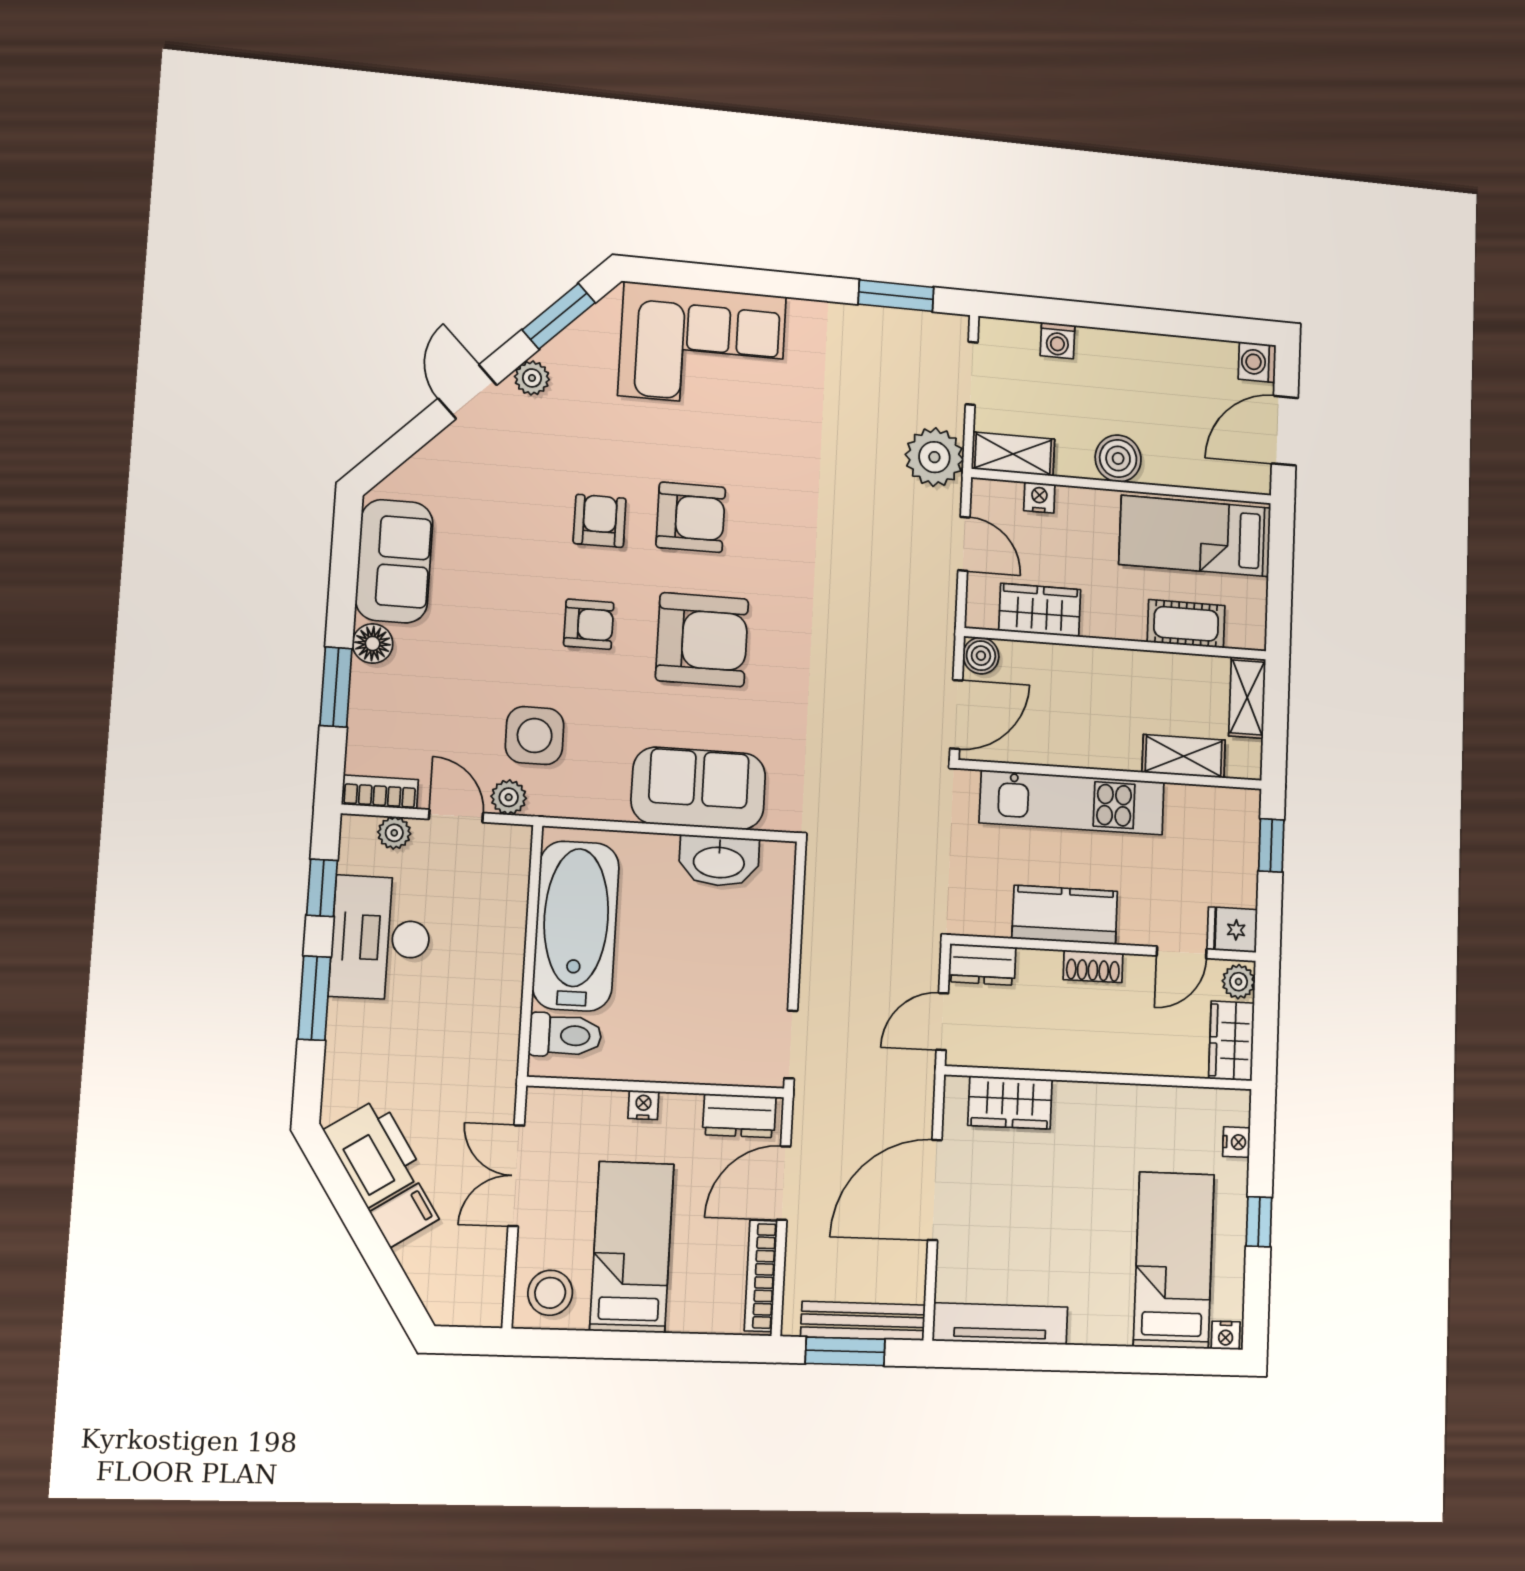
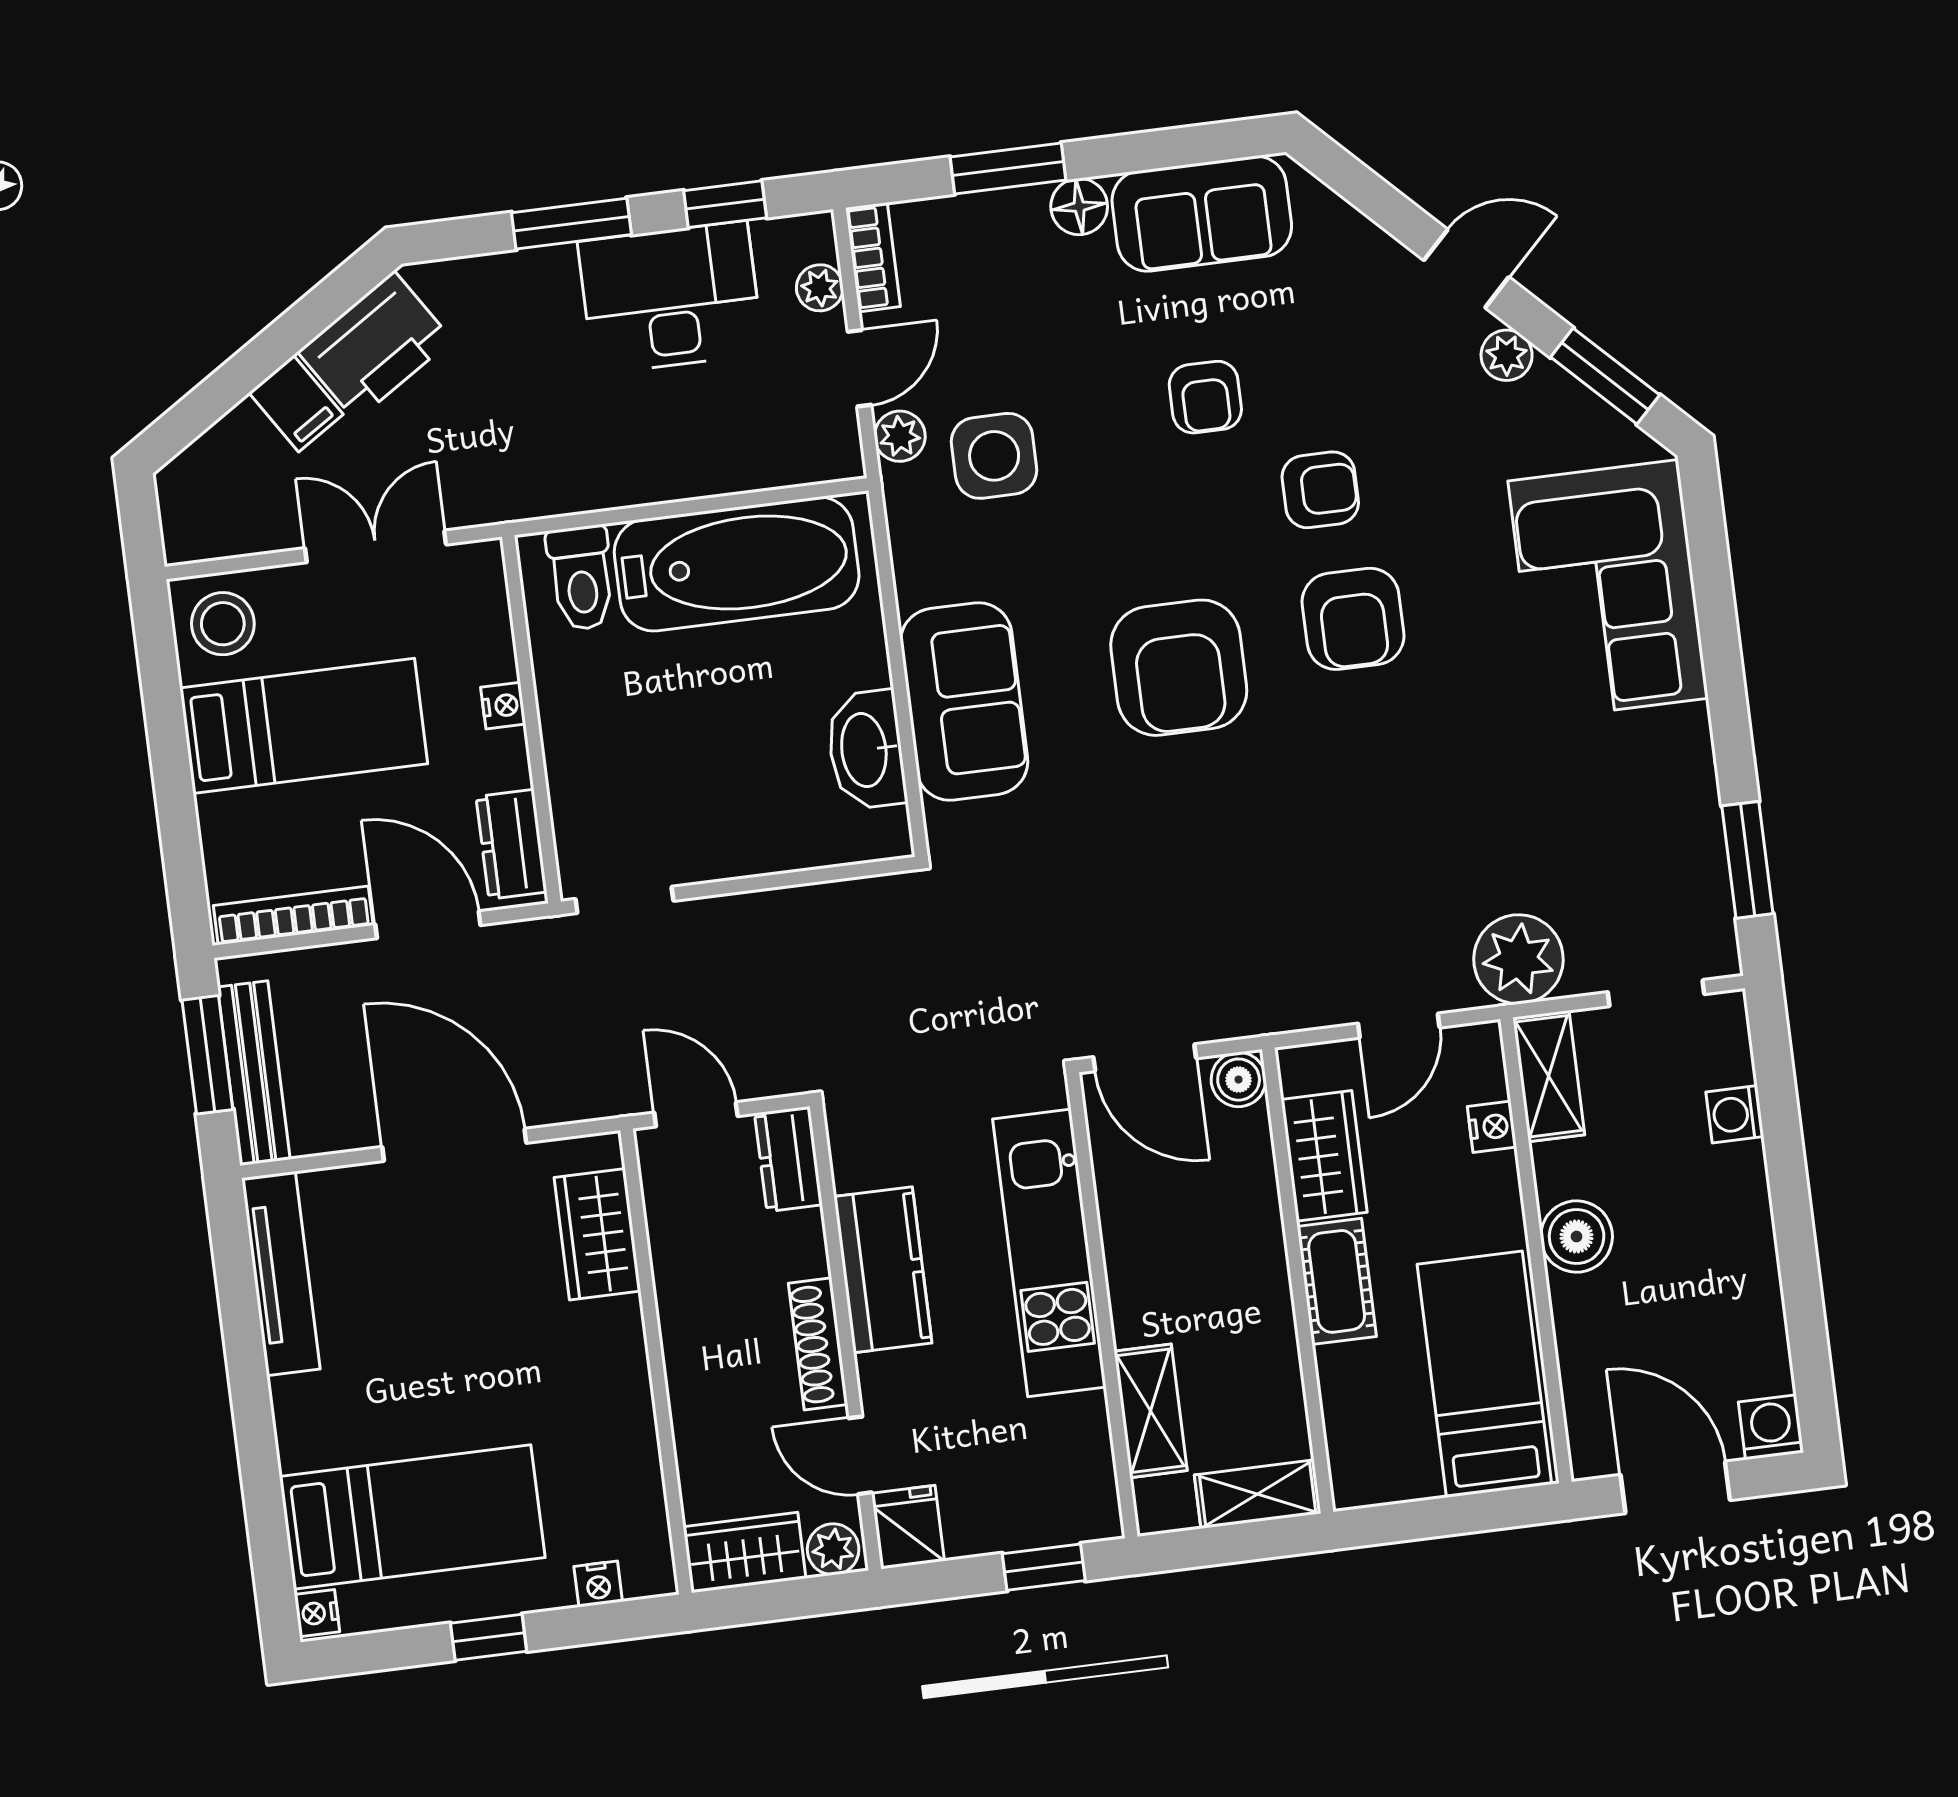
armchair: (589, 624) -> (1205, 397), moved
cot: (1186, 624) -> (1337, 1281), moved
shoe rack: (1093, 966) -> (818, 1344), width x1.43

